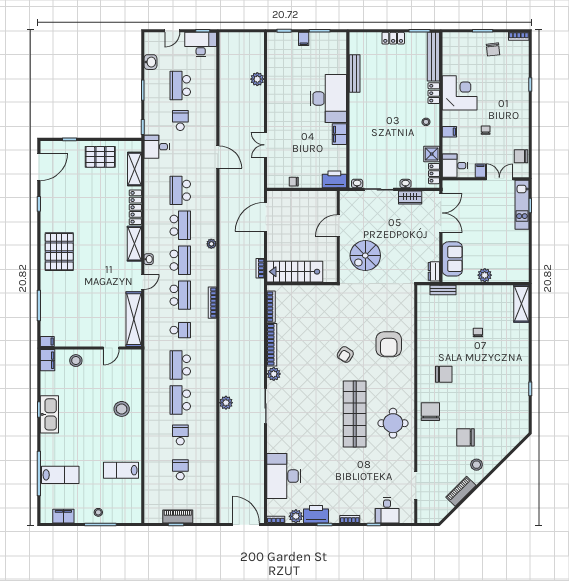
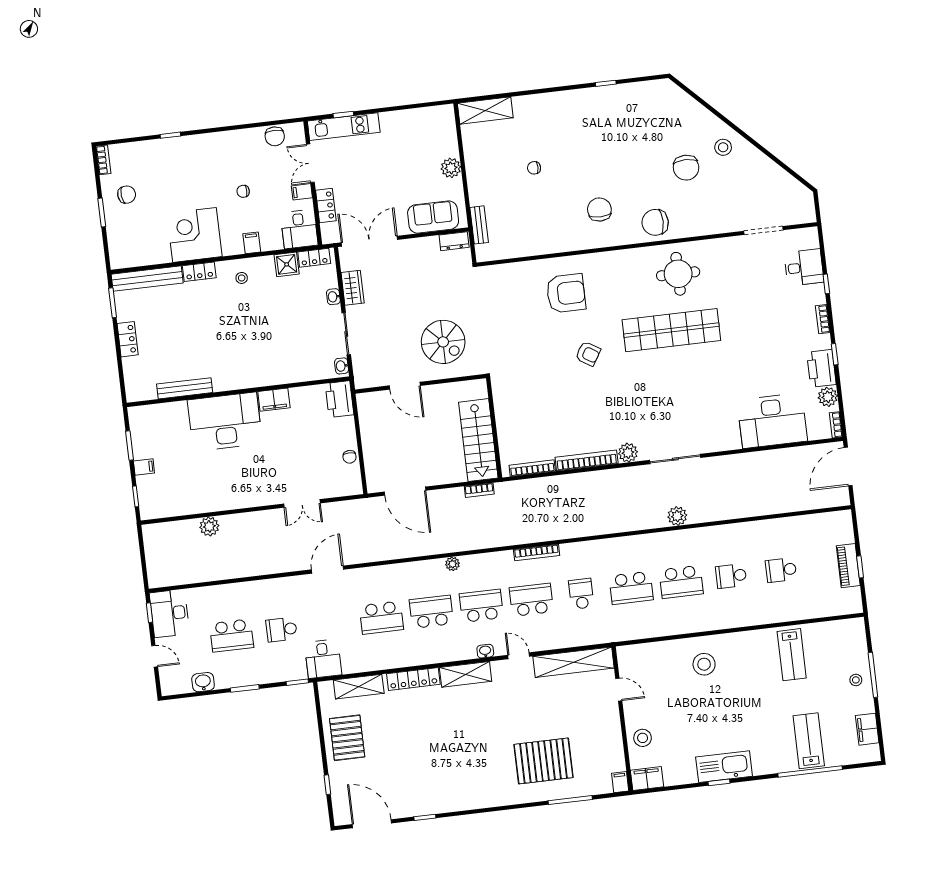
locker: (469, 186) -> (326, 205), added
pallet: (59, 252) -> (543, 761), moved
piano: (461, 491) -> (764, 165), removed

